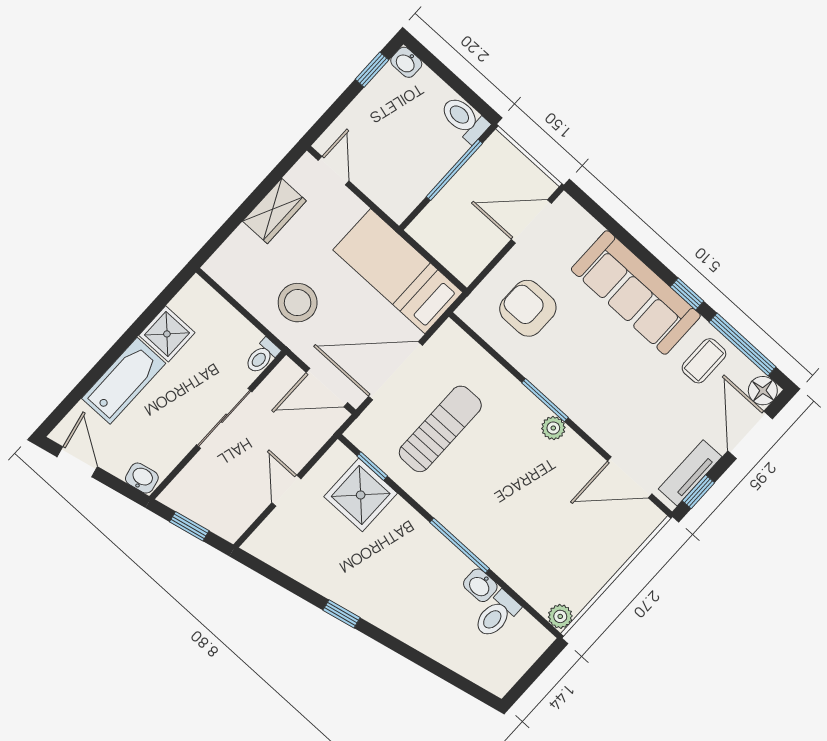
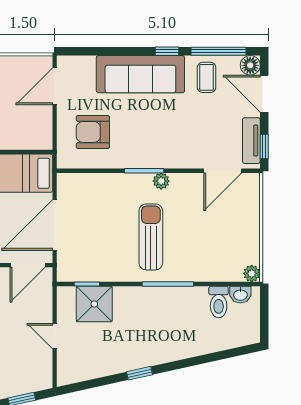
sun lounger: (440, 429) -> (151, 237), moved
washbasin: (480, 585) -> (240, 295), moved

